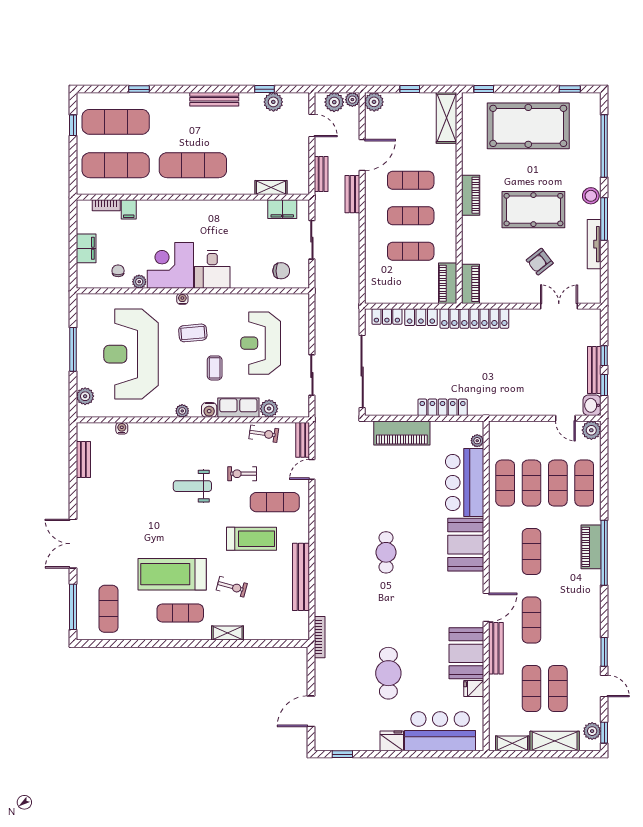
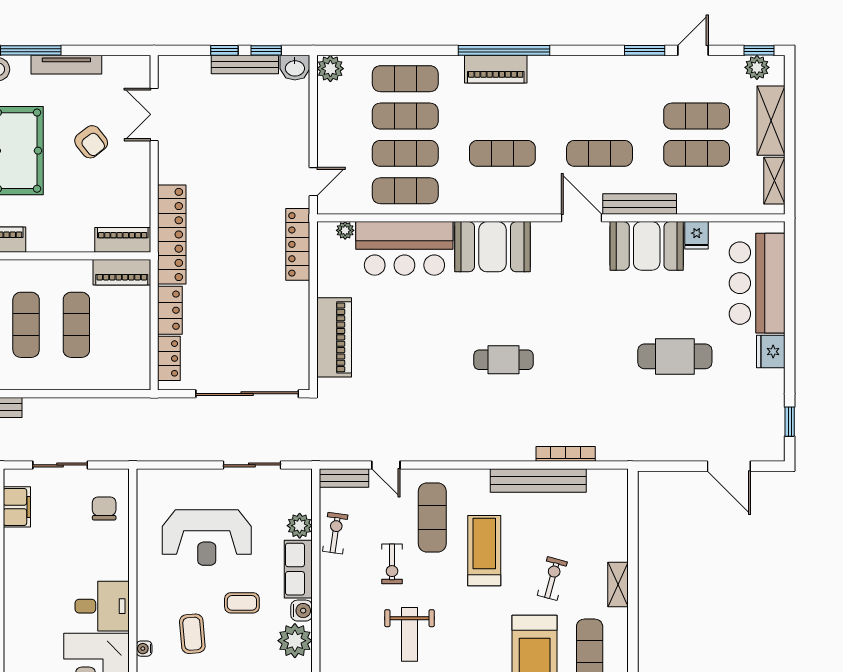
locker: (443, 407) -> (298, 244), moved
plant: (182, 411) -> (295, 641), width x1.88, depth x1.88
door: (565, 418) -> (313, 182), moved
bookcase: (320, 637) -> (566, 454), moved

